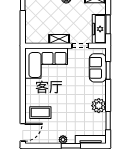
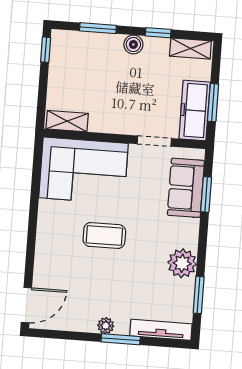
shelving: (59, 39) -> (67, 121), moved
coffee table: (40, 113) -> (104, 236), moved

